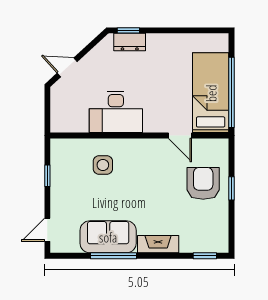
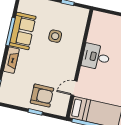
desk: (116, 112) -> (96, 57), width x0.73
side table: (103, 165) -> (55, 36), moved

